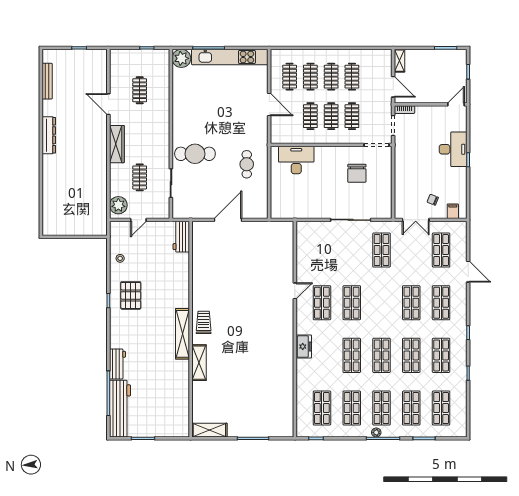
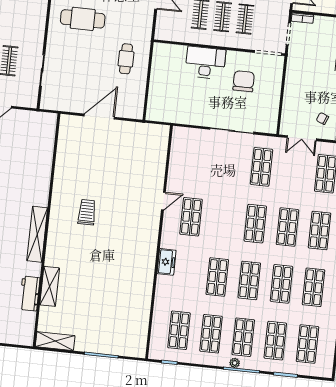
cafe table: (195, 154) -> (83, 19), moved
desk: (296, 160) -> (205, 63), moved
chair: (357, 173) -> (244, 81), turned 180
workbench: (181, 237) -> (30, 294), moved
shop shelf: (352, 303) -> (255, 224), moved
trolley: (204, 322) -> (87, 212), moved
shelving: (199, 363) -> (50, 286), moved

